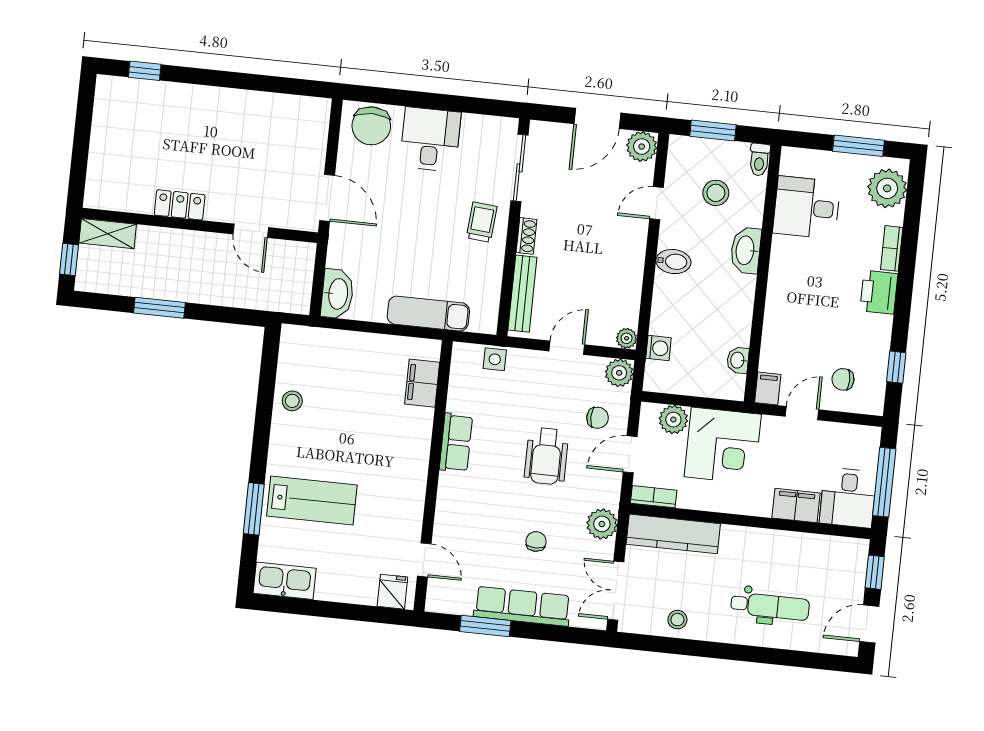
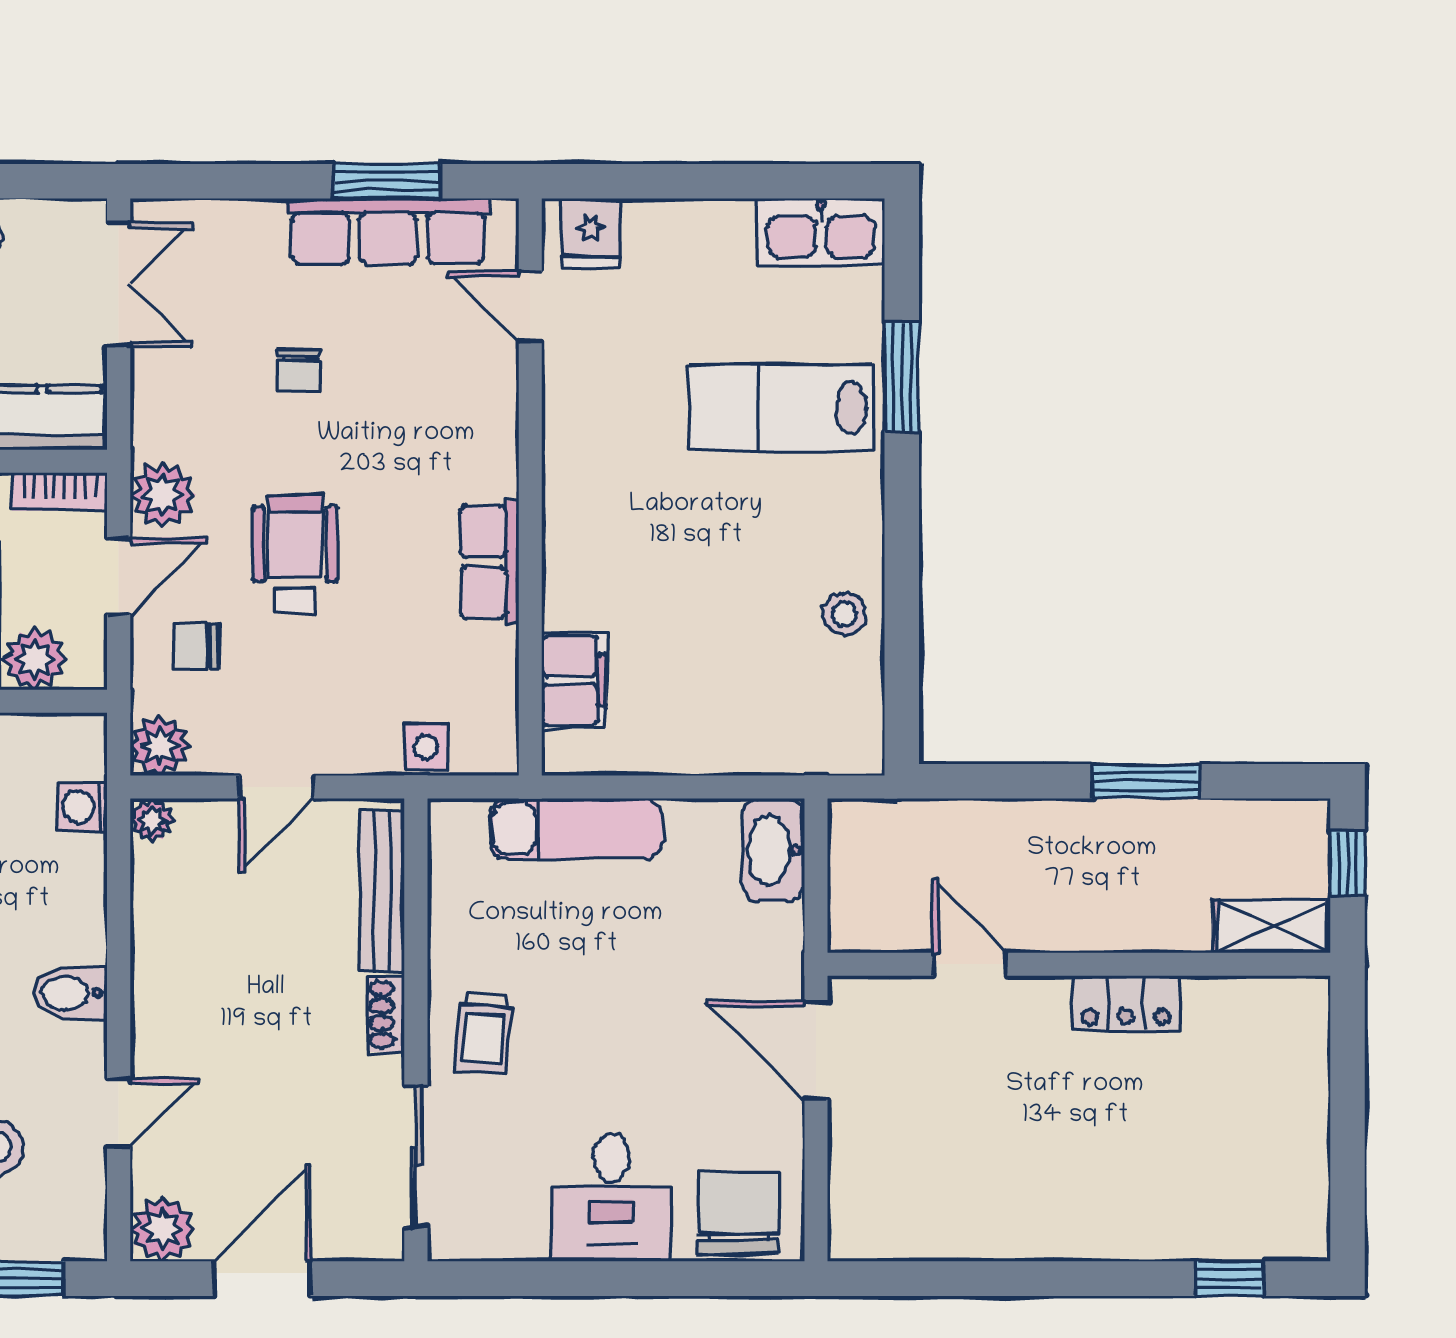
plant: (602, 524) -> (163, 495), moved
row of seats: (522, 606) -> (388, 231), moved

